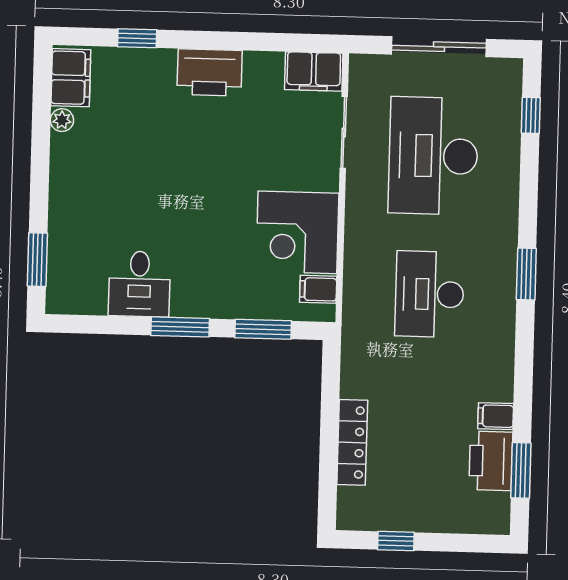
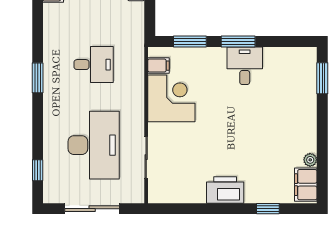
filing cabinet: (314, 71) -> (165, 192), removed
desk: (139, 284) -> (245, 66), moved
desk: (429, 294) -> (94, 65), width x0.73

